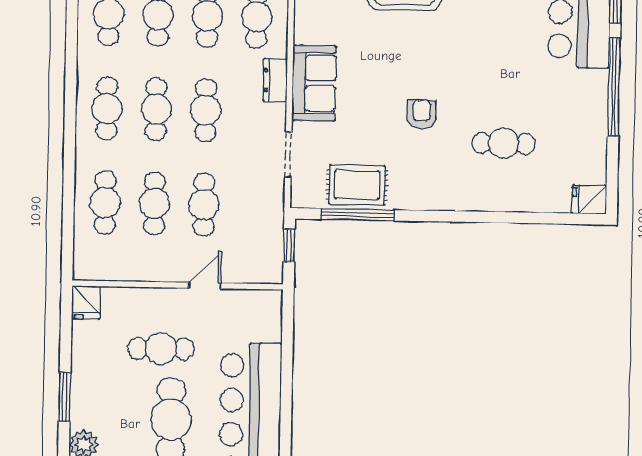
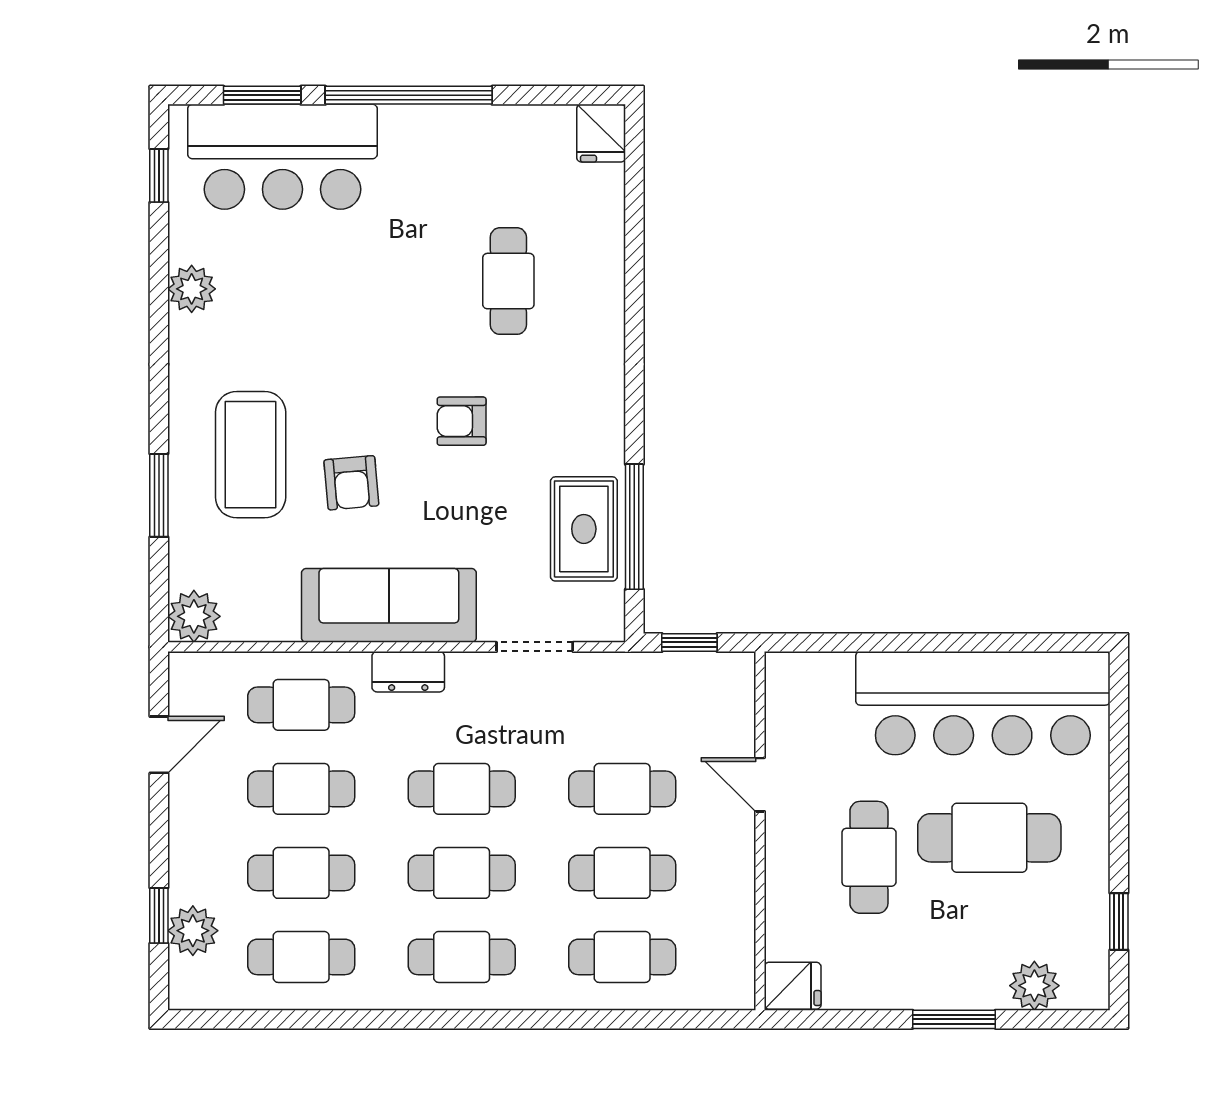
armchair: (387, 49) -> (351, 483), added
sofa: (314, 83) -> (389, 605), width x1.36

